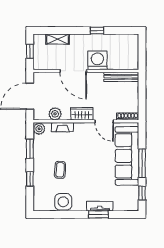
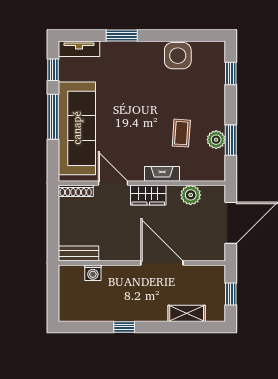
washing machine: (97, 60) -> (93, 273), moved, width x0.53, depth x0.53
bench: (121, 77) -> (78, 254), width x0.73
fireplace: (62, 127) -> (162, 174), moved
plant: (39, 129) -> (216, 140), moved
coffee table: (60, 170) -> (181, 133), moved
window: (30, 179) -> (231, 73), moved
tv unit: (100, 206) -> (79, 49), moved

